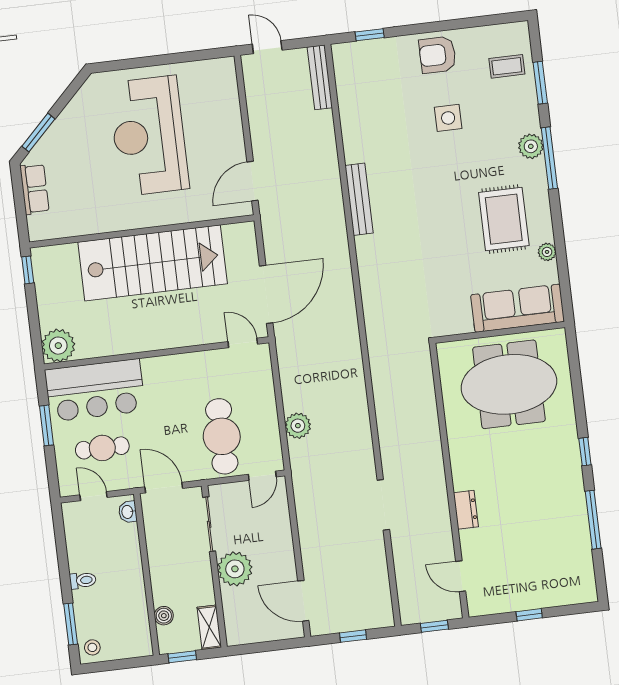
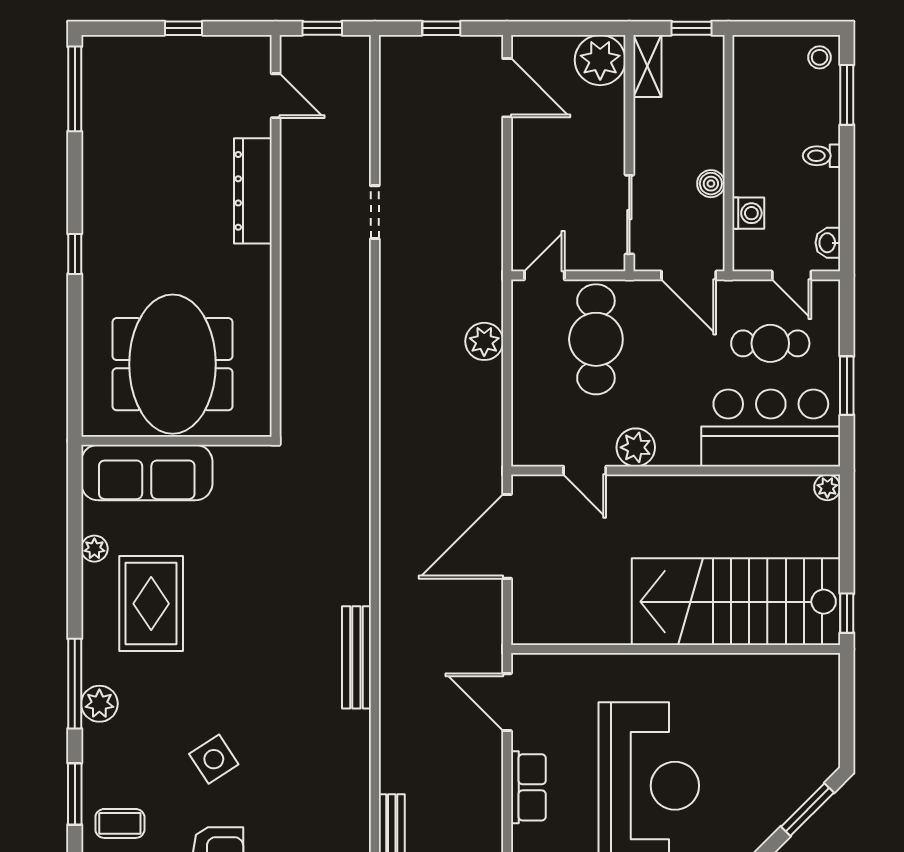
side table: (448, 118) -> (214, 759), turned -33
door: (252, 181) -> (507, 702), swing flipped
row of seats: (34, 189) -> (528, 787), moved, turned 180
stairs: (153, 263) -> (736, 602), moved
door: (243, 343) -> (585, 470), moved
plant: (58, 346) -> (827, 487), width x0.53, depth x0.53
plant: (186, 366) -> (636, 447), added
meeting table: (509, 384) -> (173, 364), turned 90
doorway: (383, 505) -> (375, 212), width x0.73
dresser: (466, 510) -> (253, 191), width x1.96, depth x1.24
washbasin: (128, 512) -> (828, 243), moved, turned 180
window: (593, 520) -> (75, 89), moved
washing machine: (128, 535) -> (748, 213), added
plant: (235, 569) -> (600, 60), moved
boiler: (164, 616) -> (711, 184), moved

